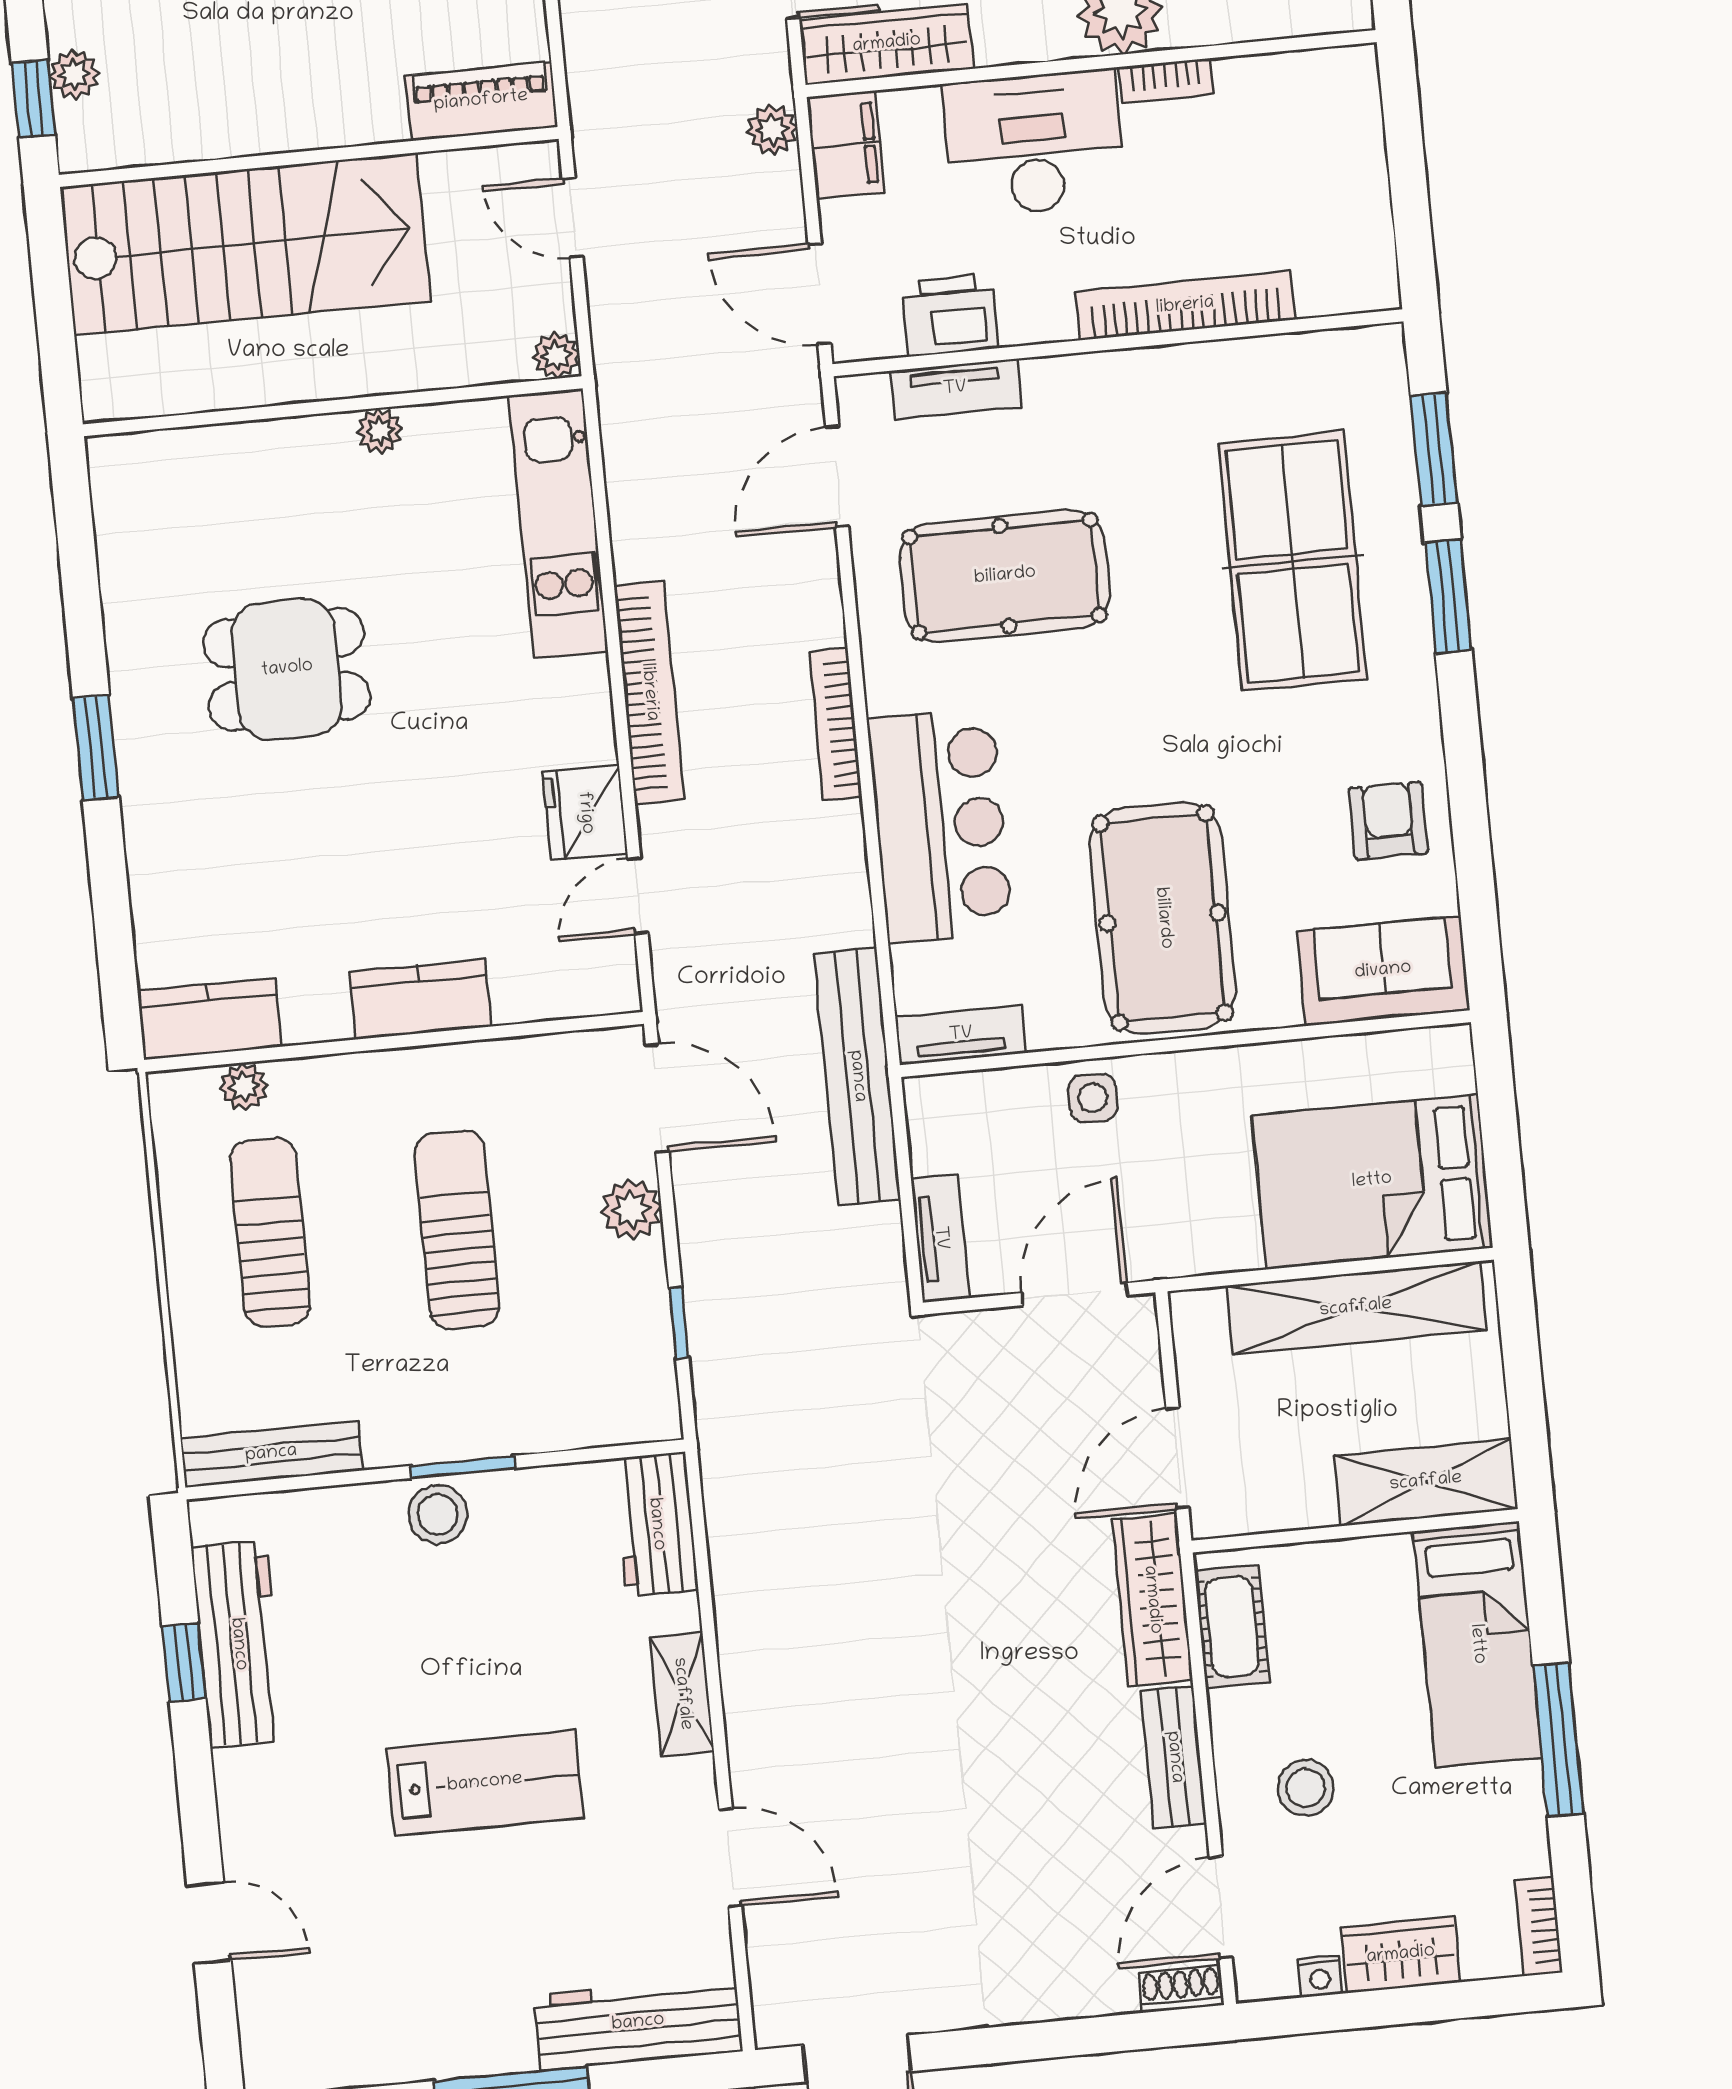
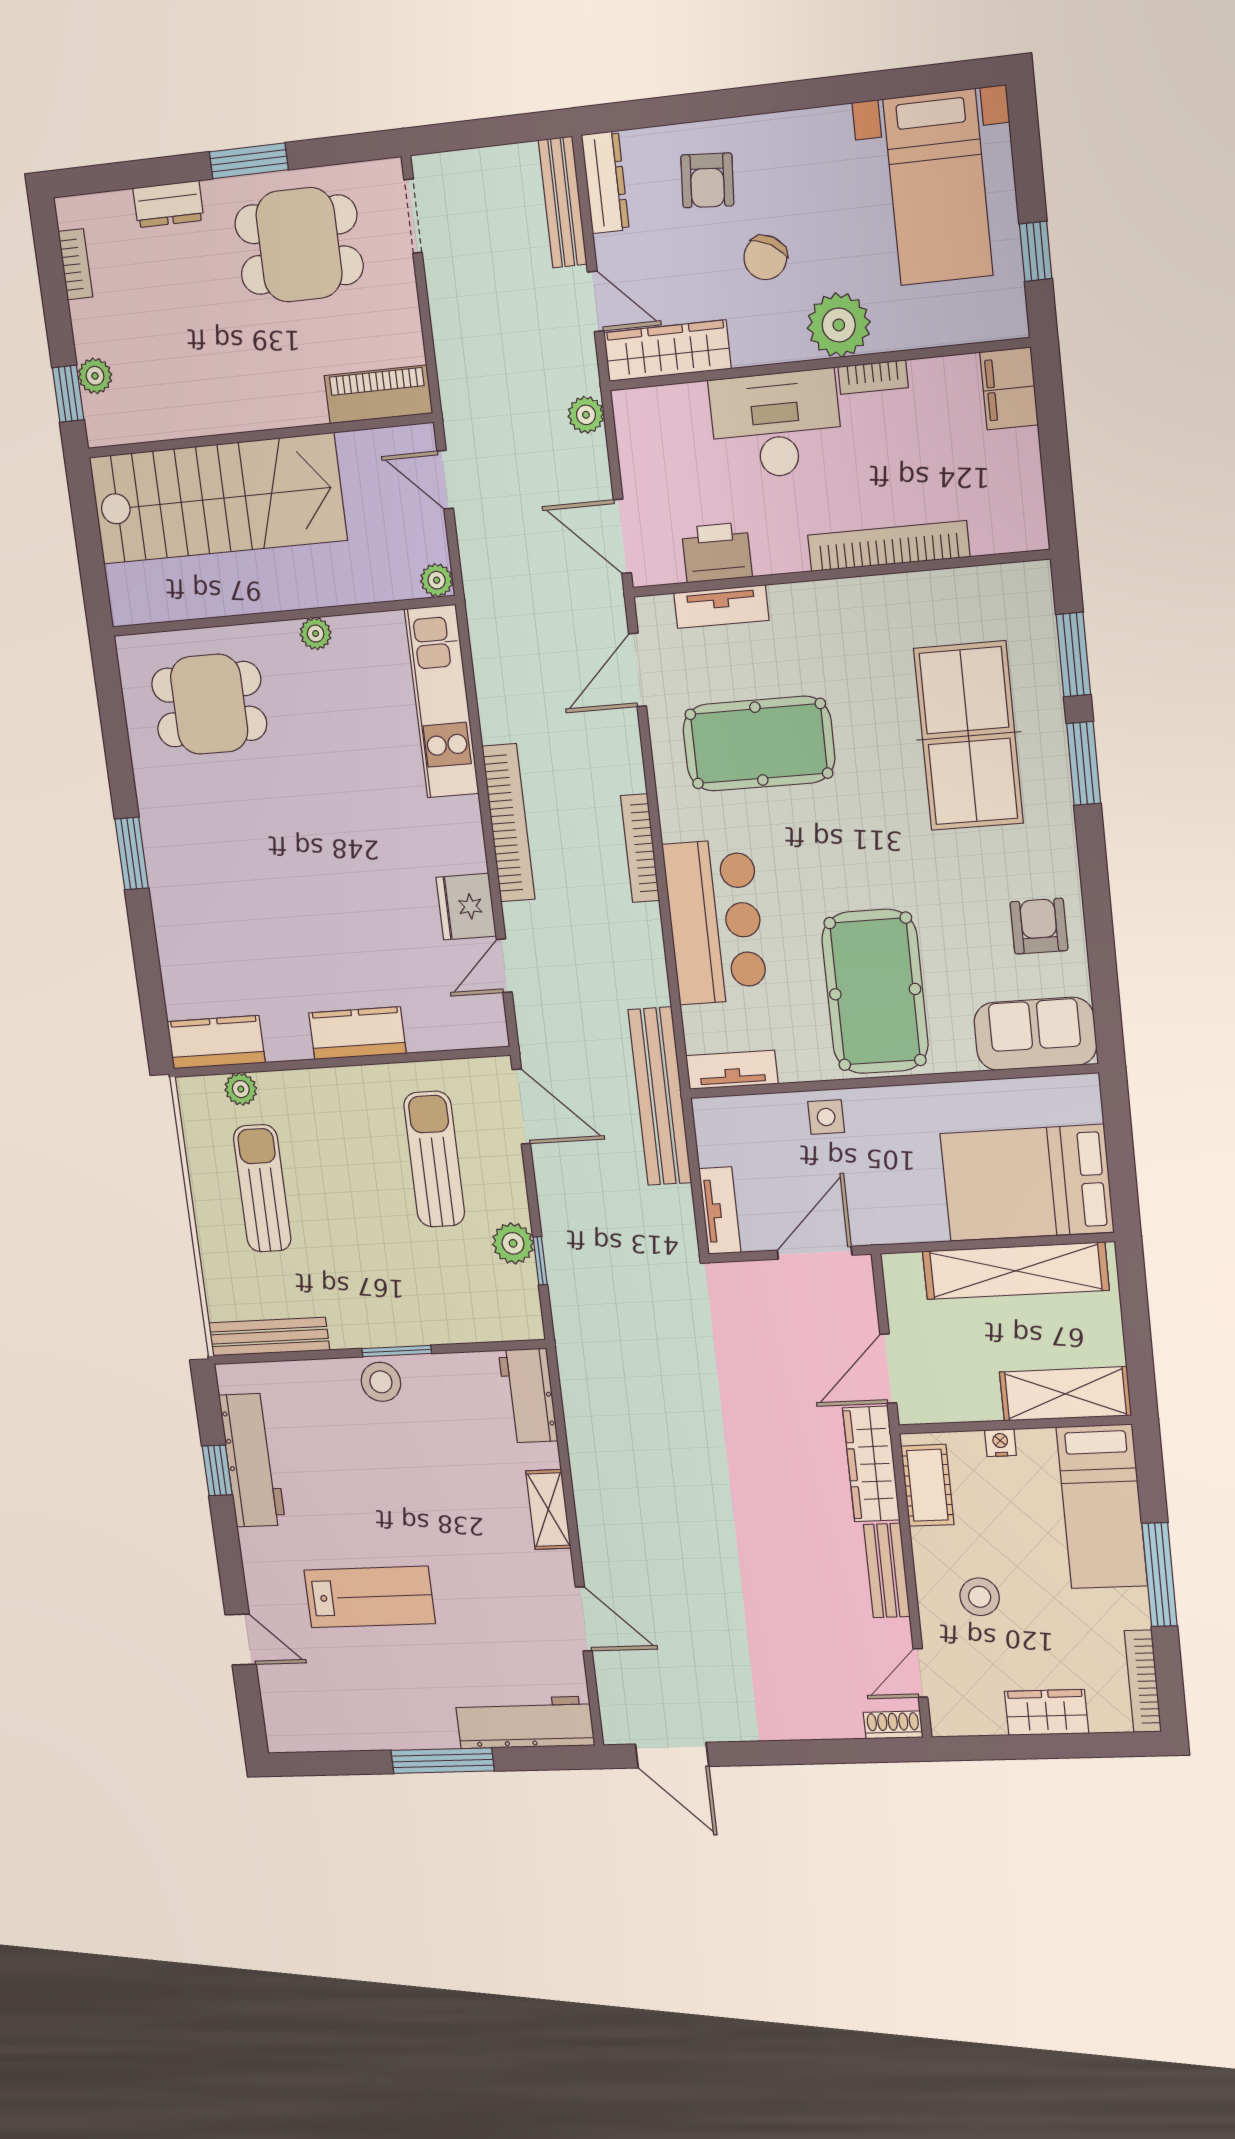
filing cabinet: (846, 145) -> (1009, 388), moved, turned 180
dining table: (287, 669) -> (209, 704), moved
plant: (631, 1209) -> (513, 1243), moved
sun lounger: (457, 1230) -> (434, 1159), moved
lab bench: (485, 1783) -> (370, 1597), moved
door: (1221, 1908) -> (920, 1673), width x0.73
bookcase: (1539, 1926) -> (1143, 1681), width x1.56
nightstand: (1320, 1976) -> (1000, 1443), moved, turned 180

